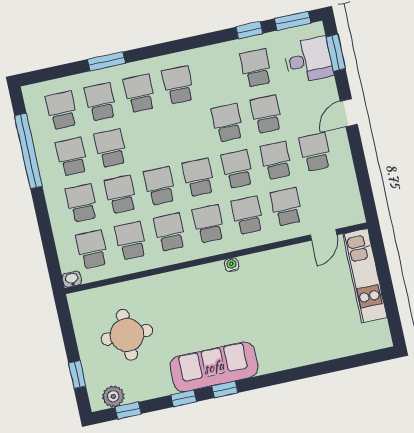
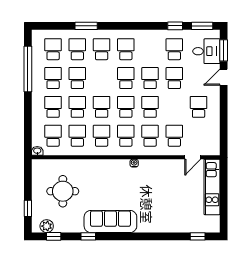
door: (349, 113) -> (224, 77), moved
school desk: (276, 161) -> (126, 78), moved
window: (225, 389) -> (198, 236), moved

